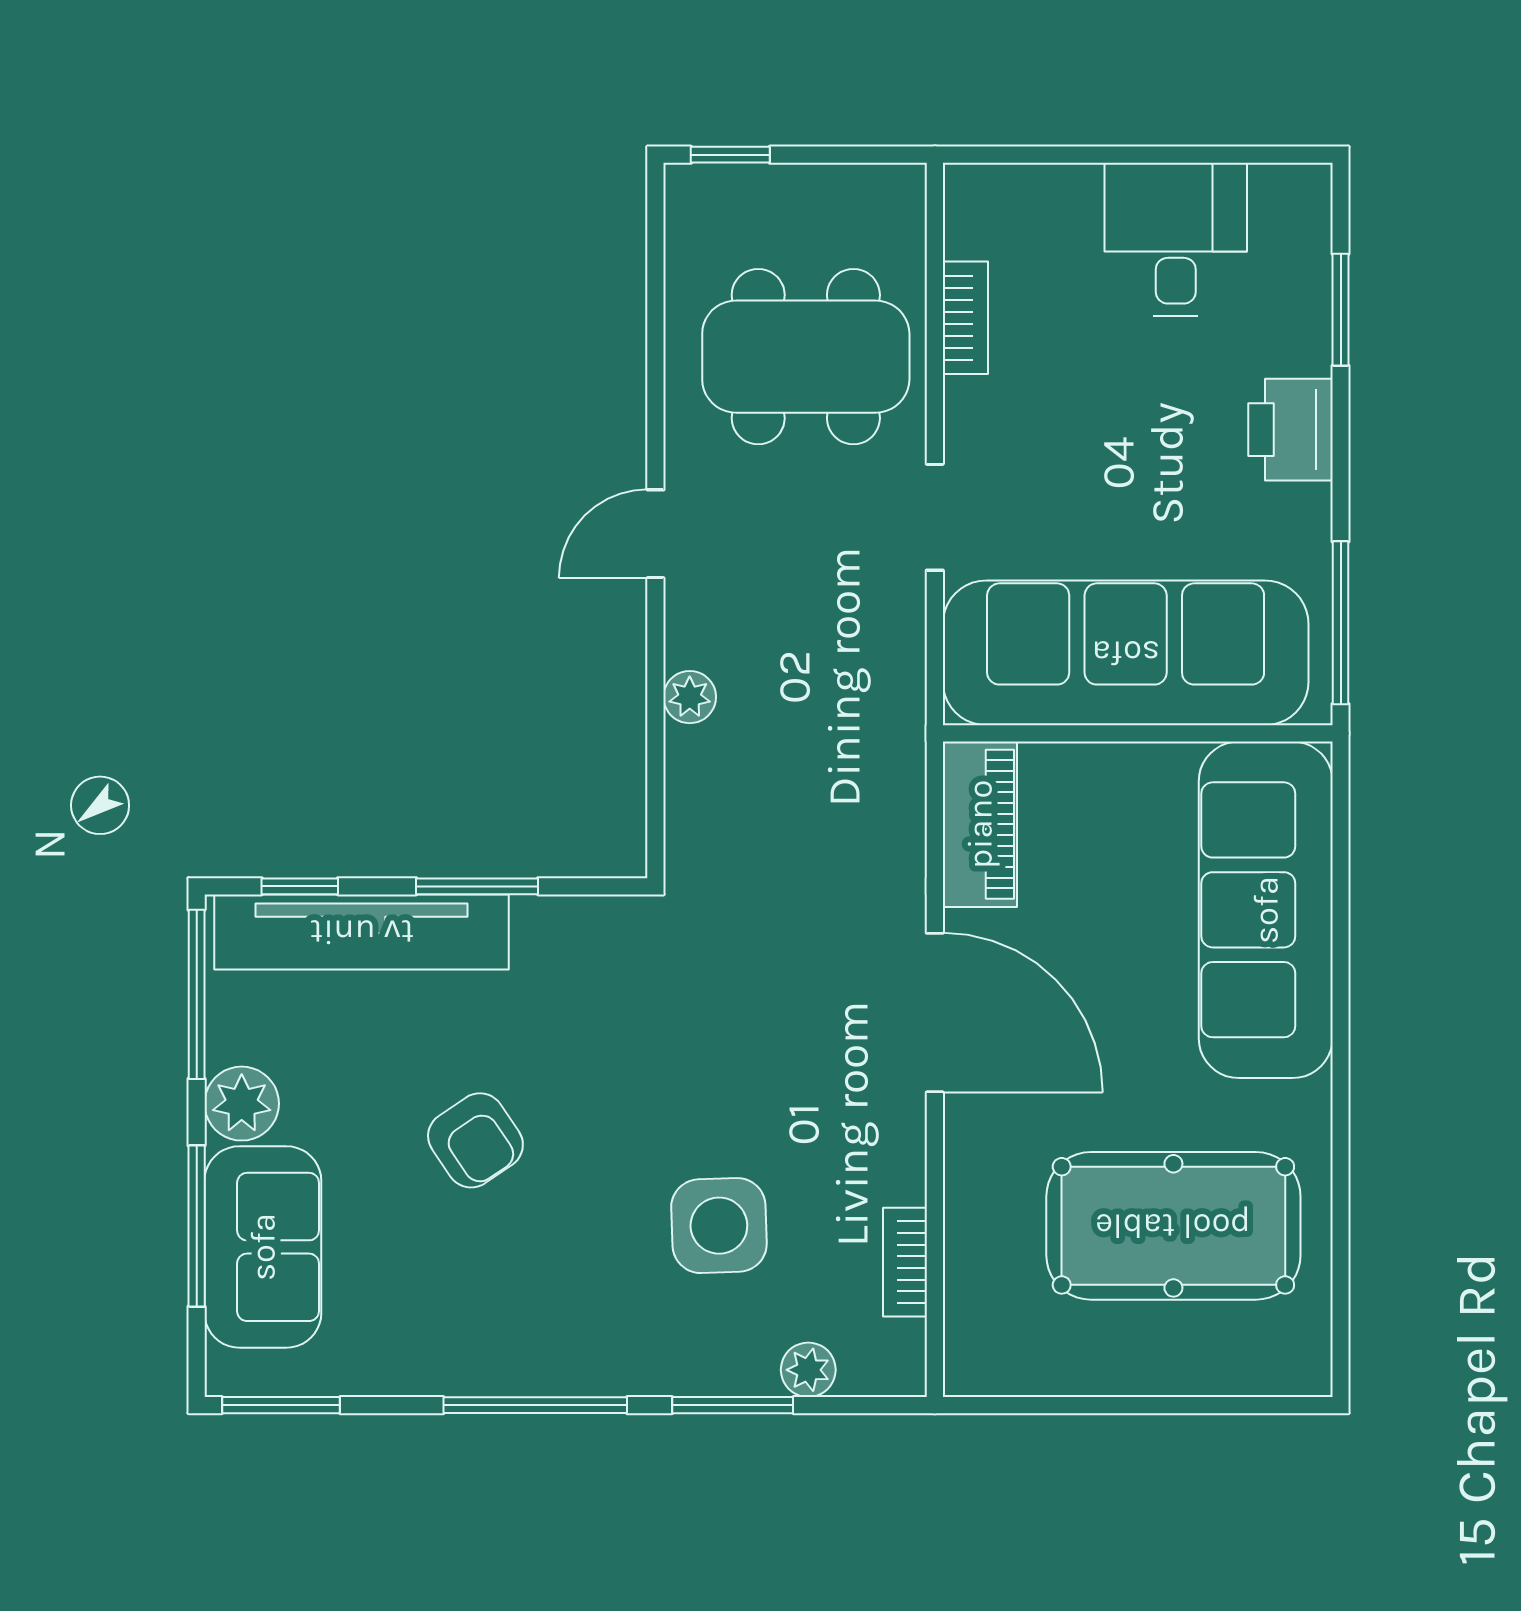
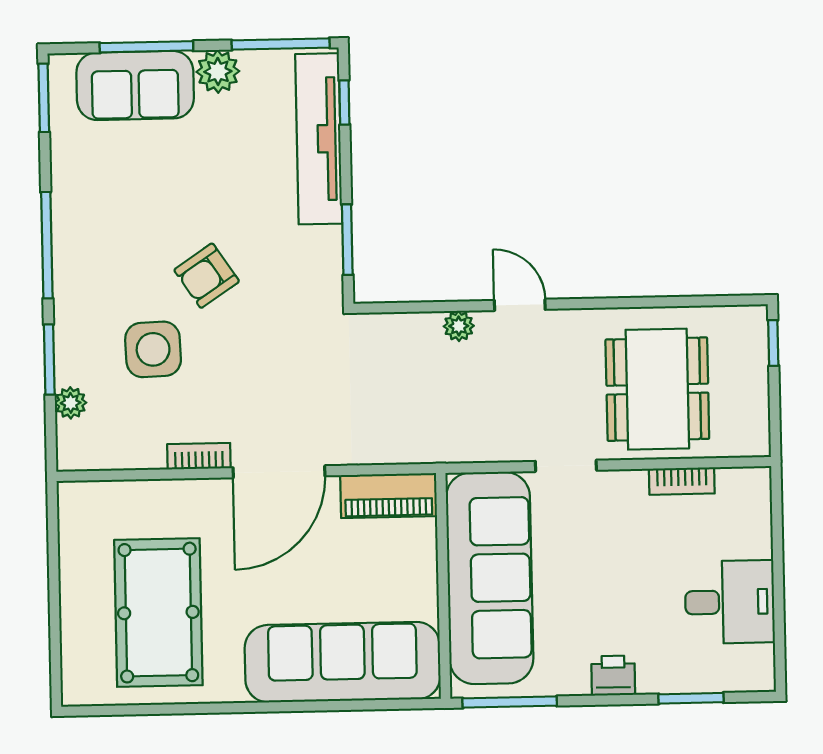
printer: (1290, 430) -> (613, 676), width x0.73, depth x0.81
door: (655, 534) -> (520, 305), moved
window: (477, 886) -> (347, 240), moved
armchair: (475, 1140) -> (207, 276), moved
bookcase: (905, 1262) -> (199, 456), moved

